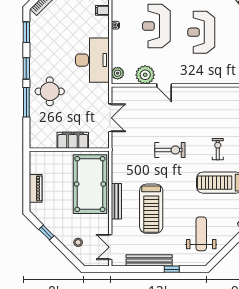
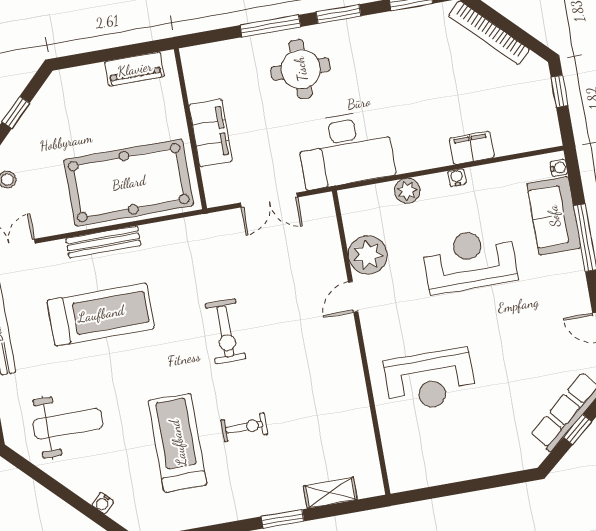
filing cabinet: (102, 10) -> (472, 148), width x2.00
reception desk: (201, 32) -> (430, 380), moved, turned 180
desk: (92, 60) -> (345, 149), moved
plant: (118, 73) -> (407, 191), moved
piano: (36, 188) -> (135, 69), moved
treadmill: (151, 209) -> (101, 314), turned 180

